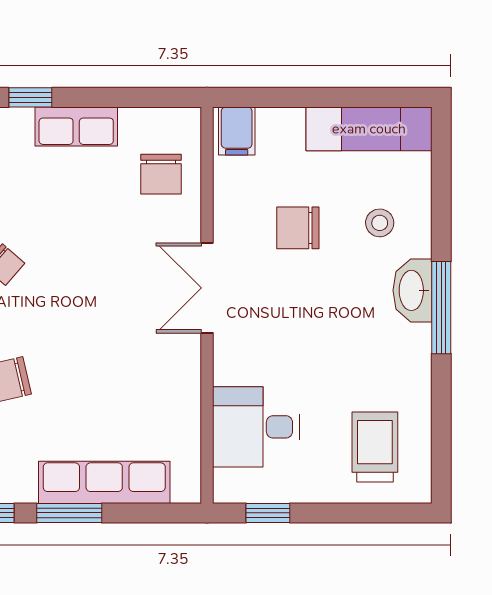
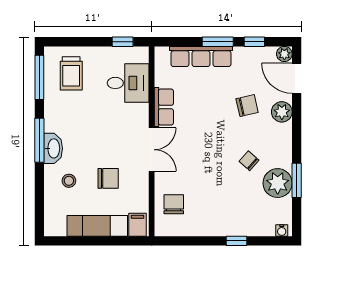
row of seats: (76, 126) -> (164, 107), moved, turned 90
exam couch: (369, 129) -> (97, 226), moved
window: (441, 438) -> (39, 77), added

